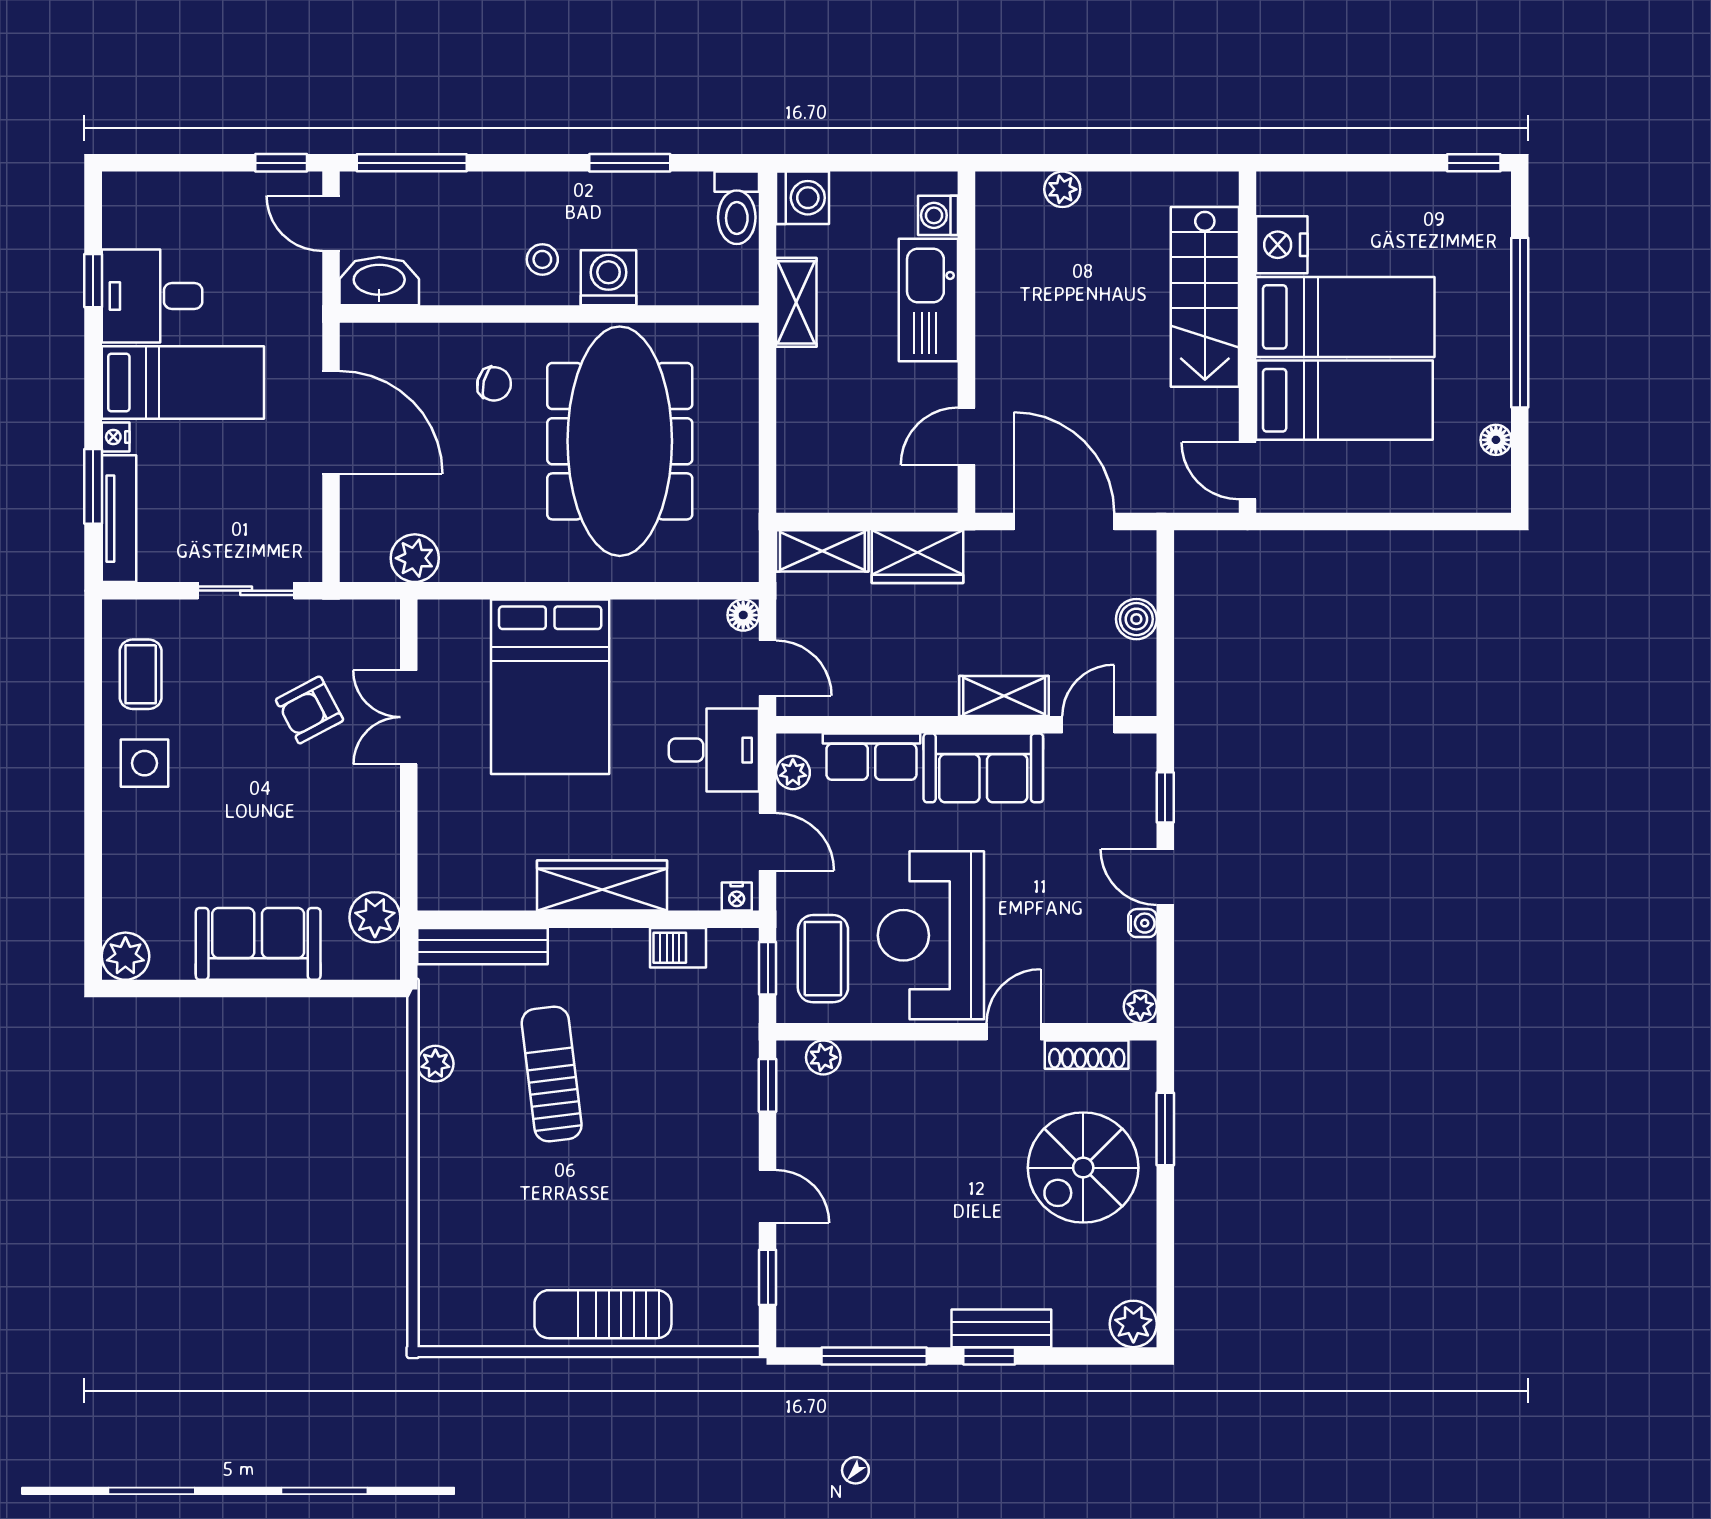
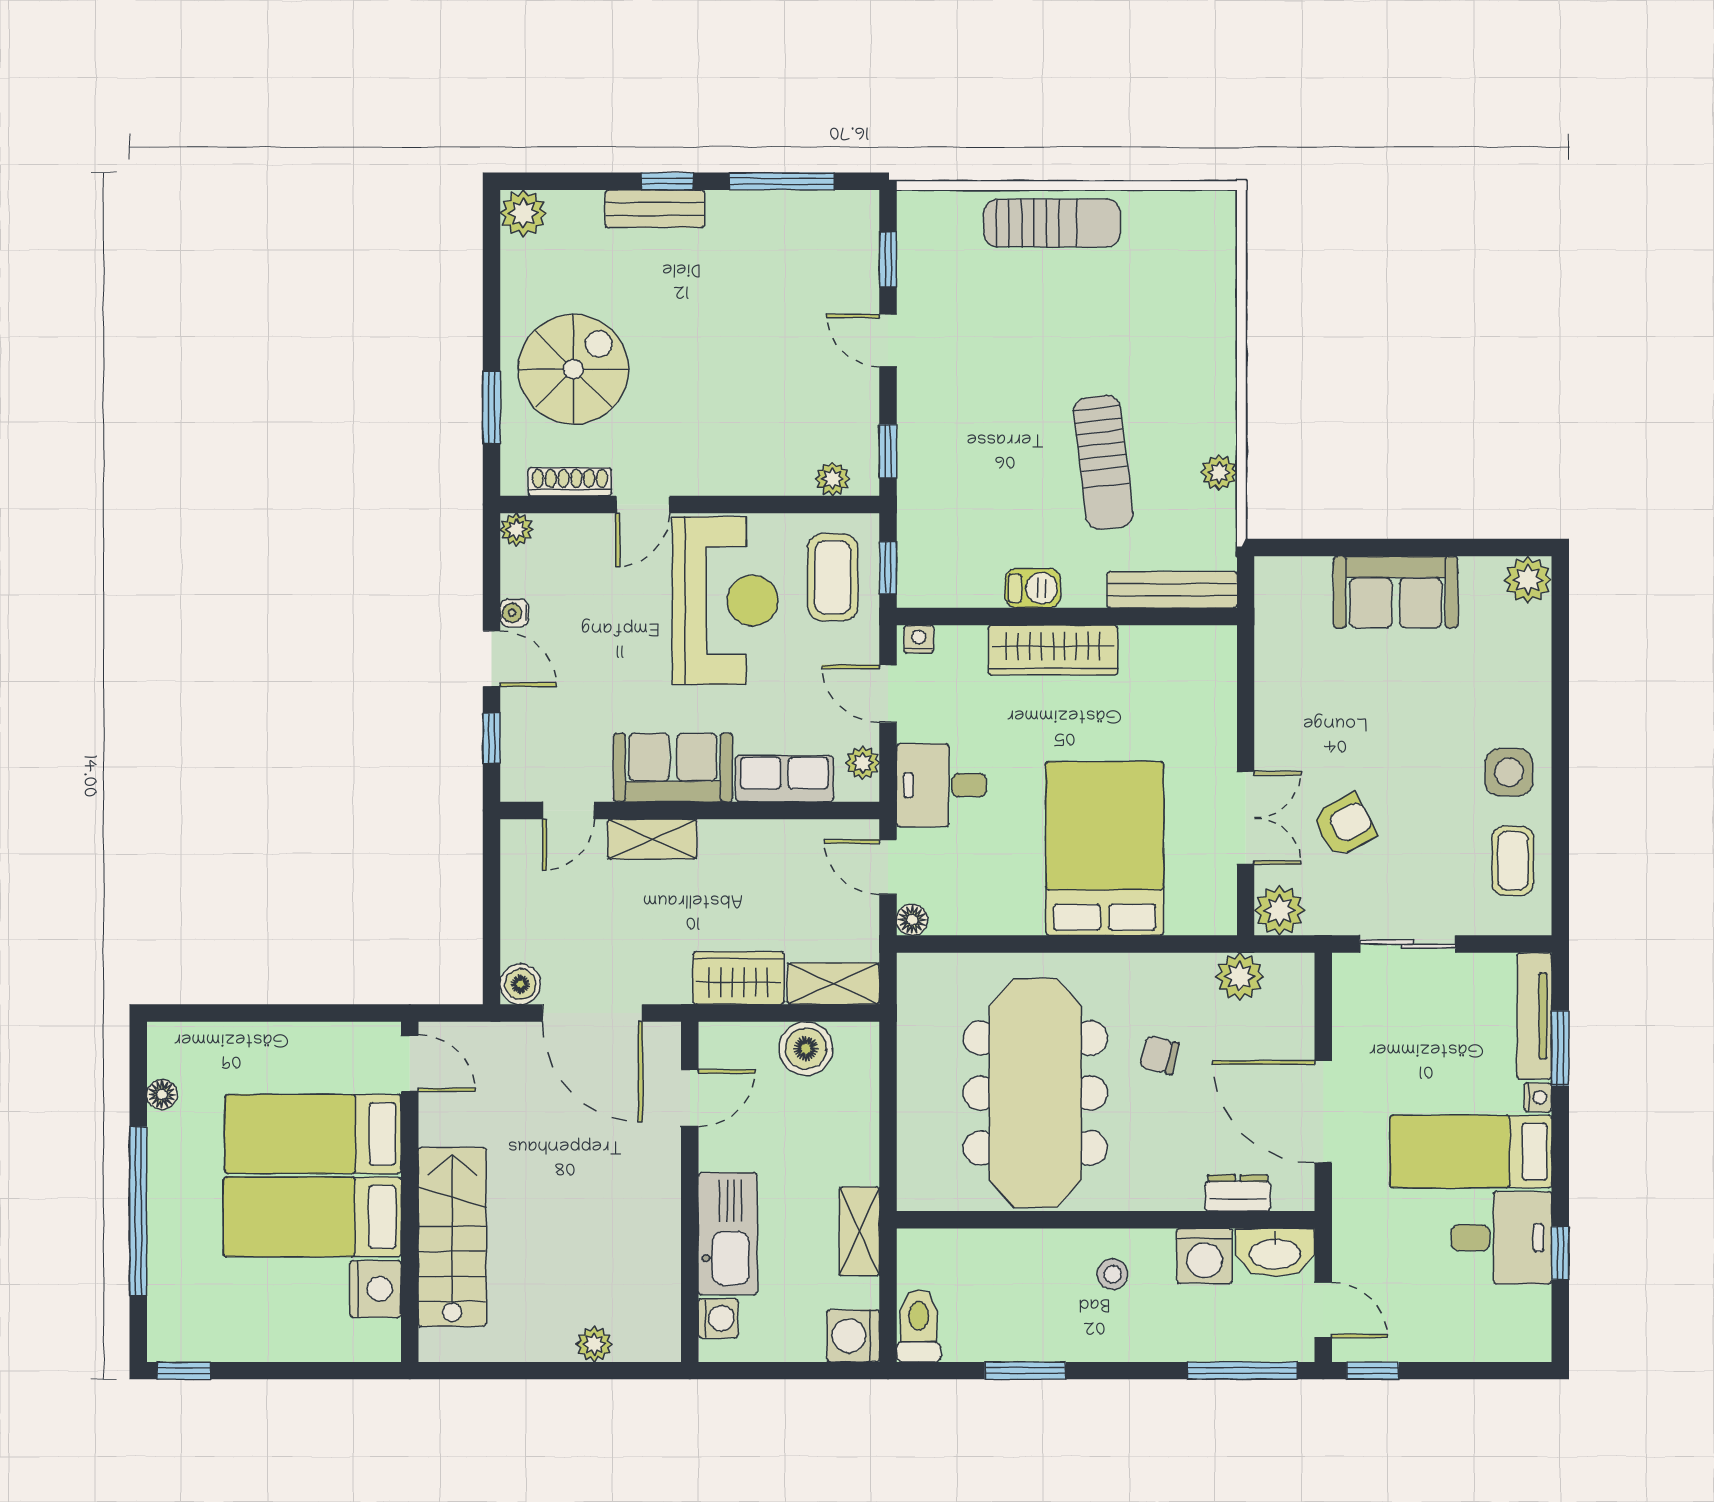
washing machine: (609, 278) -> (1205, 1256), moved
dresser: (417, 341) -> (1238, 1193), added
chair: (494, 384) -> (1159, 1055), moved
boiler: (850, 486) -> (806, 1048), added
boiler: (1136, 619) -> (520, 984), moved
plant: (375, 917) -> (1279, 910), moved
barbecue: (678, 948) -> (1033, 588), moved

